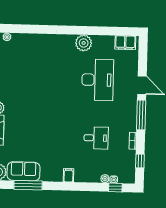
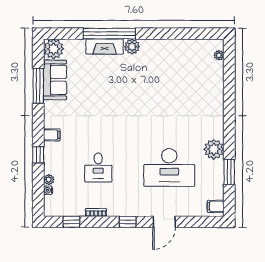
window: (103, 31) -> (229, 172), added
filing cabinet: (125, 43) -> (216, 206), width x0.50
window: (141, 115) -> (128, 222), width x0.46
window: (115, 188) -> (38, 155), moved

